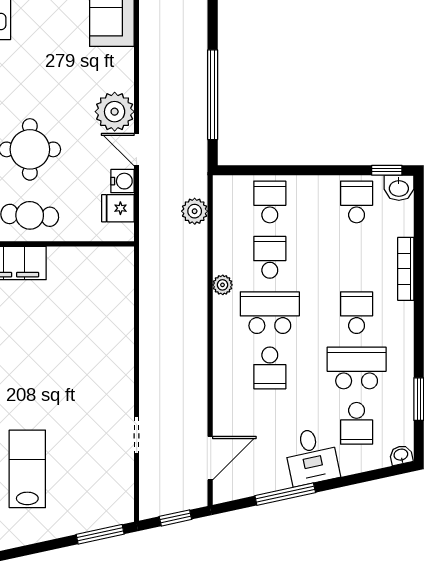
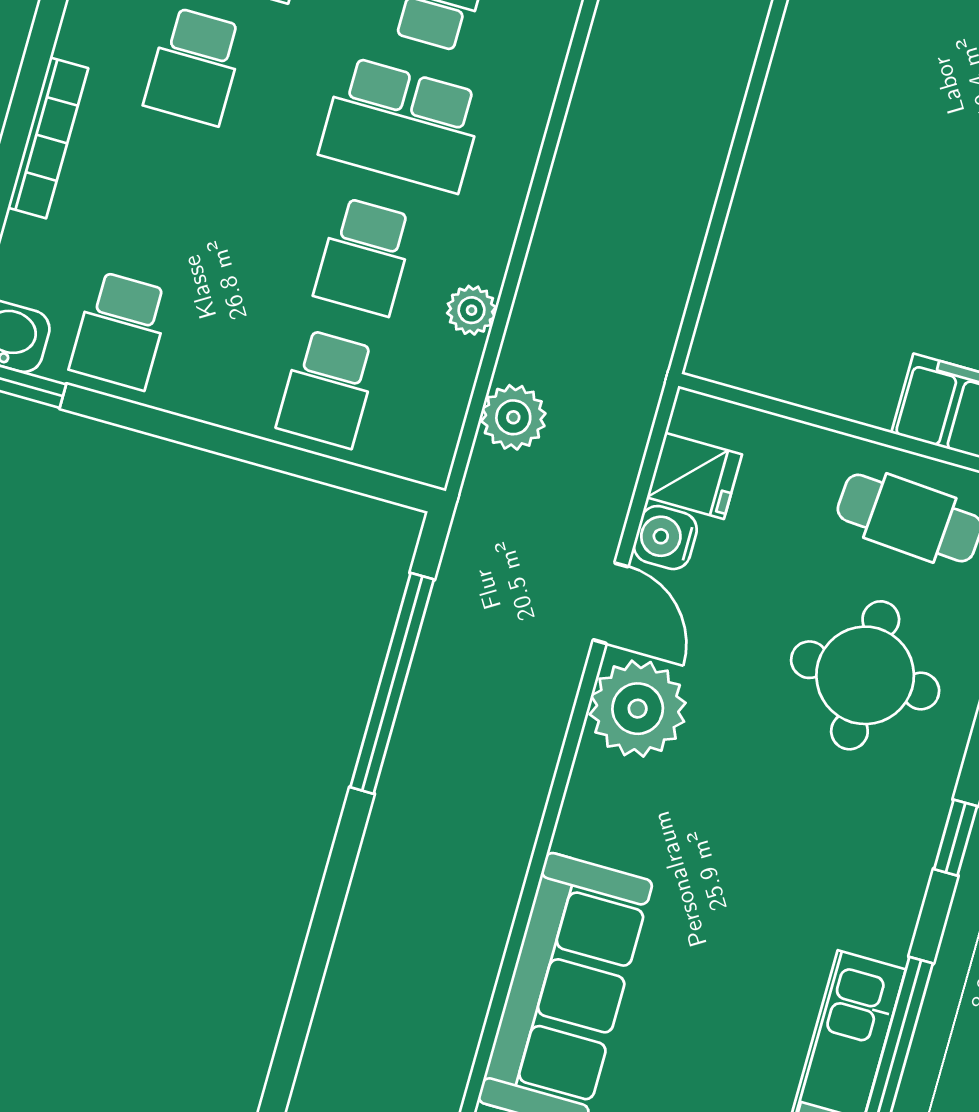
plant: (223, 285) -> (472, 310), moved

